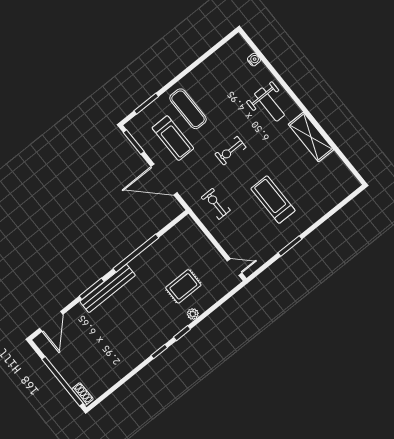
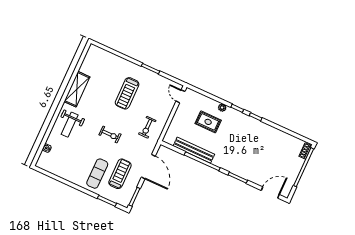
weight bench: (269, 104) -> (70, 125), turned 180
bench: (108, 288) -> (194, 150), moved

